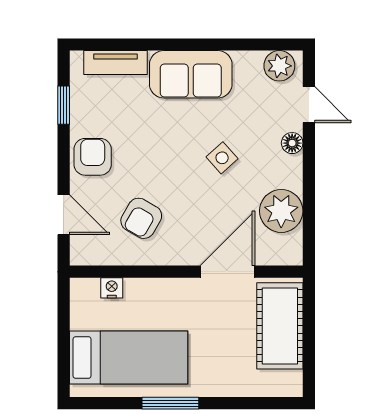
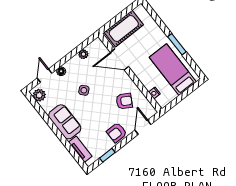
plant: (281, 211) -> (83, 54), width x0.53, depth x0.53

